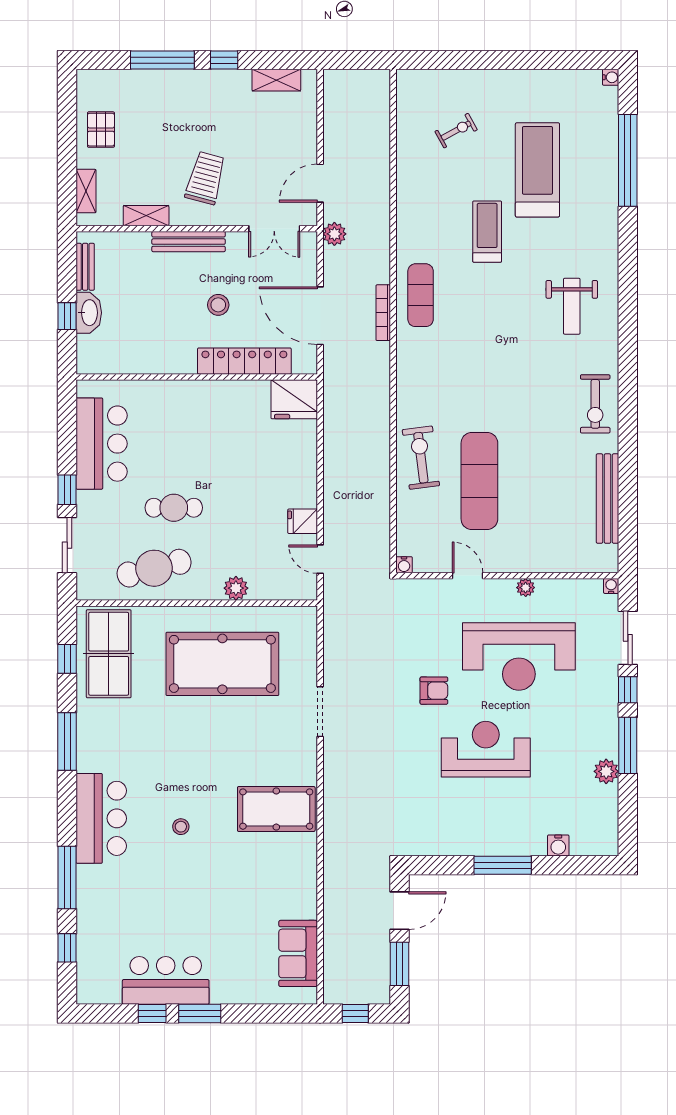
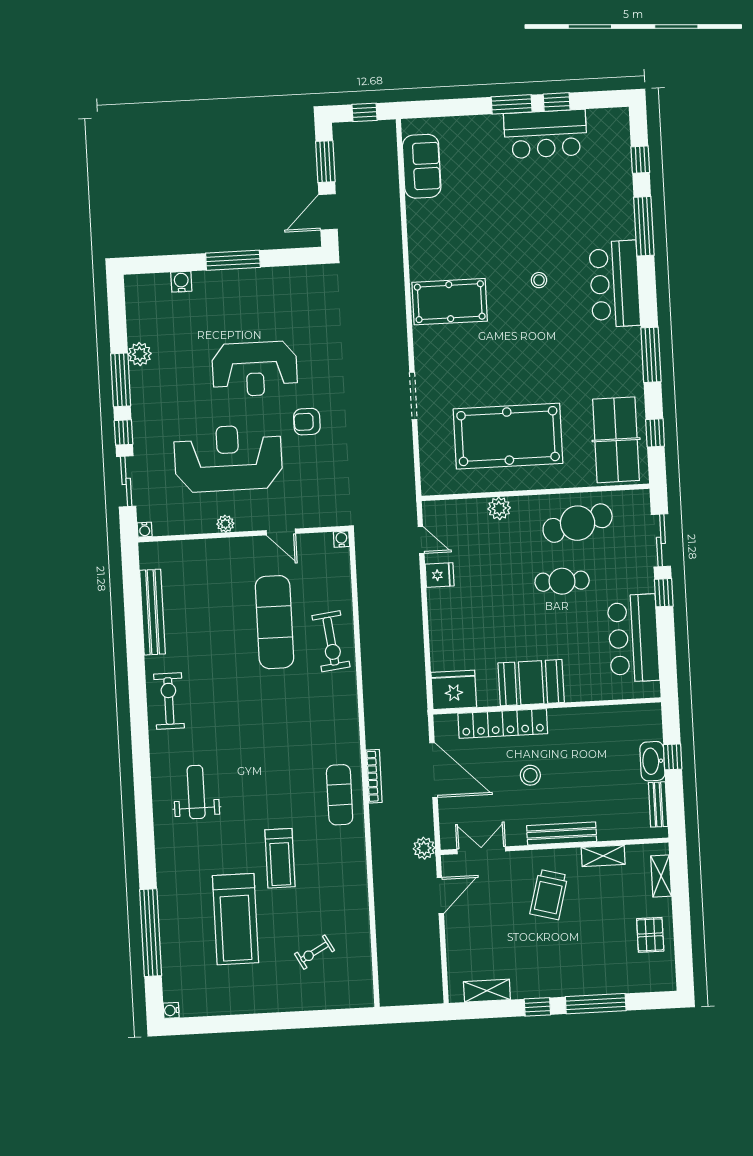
booth: (212, 402) -> (531, 683), added

